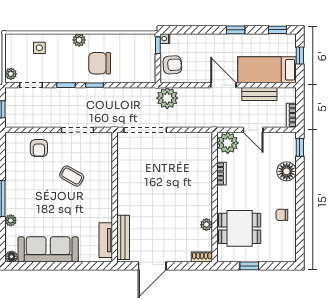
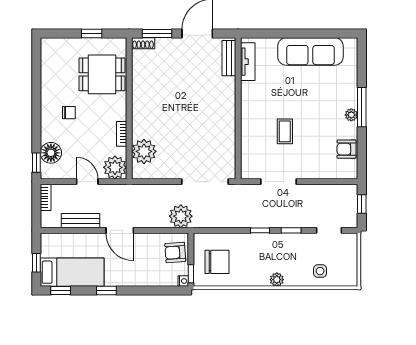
chair: (100, 63) -> (217, 262), moved
bed: (267, 70) -> (72, 272), moved
plant: (11, 74) -> (351, 243), removed
armchair: (39, 148) -> (347, 149), moved, turned -90
floor lamp: (287, 171) -> (51, 153), moved
coffee table: (72, 176) -> (285, 131), turned 60
chair: (282, 215) -> (69, 113), moved
plant: (11, 220) -> (351, 115), moved
plant: (206, 225) -> (144, 151), moved, width x1.87, depth x1.87
bench: (123, 237) -> (229, 58), width x0.73
floor lamp: (11, 257) -> (350, 44), removed
window: (189, 266) -> (157, 34), added

